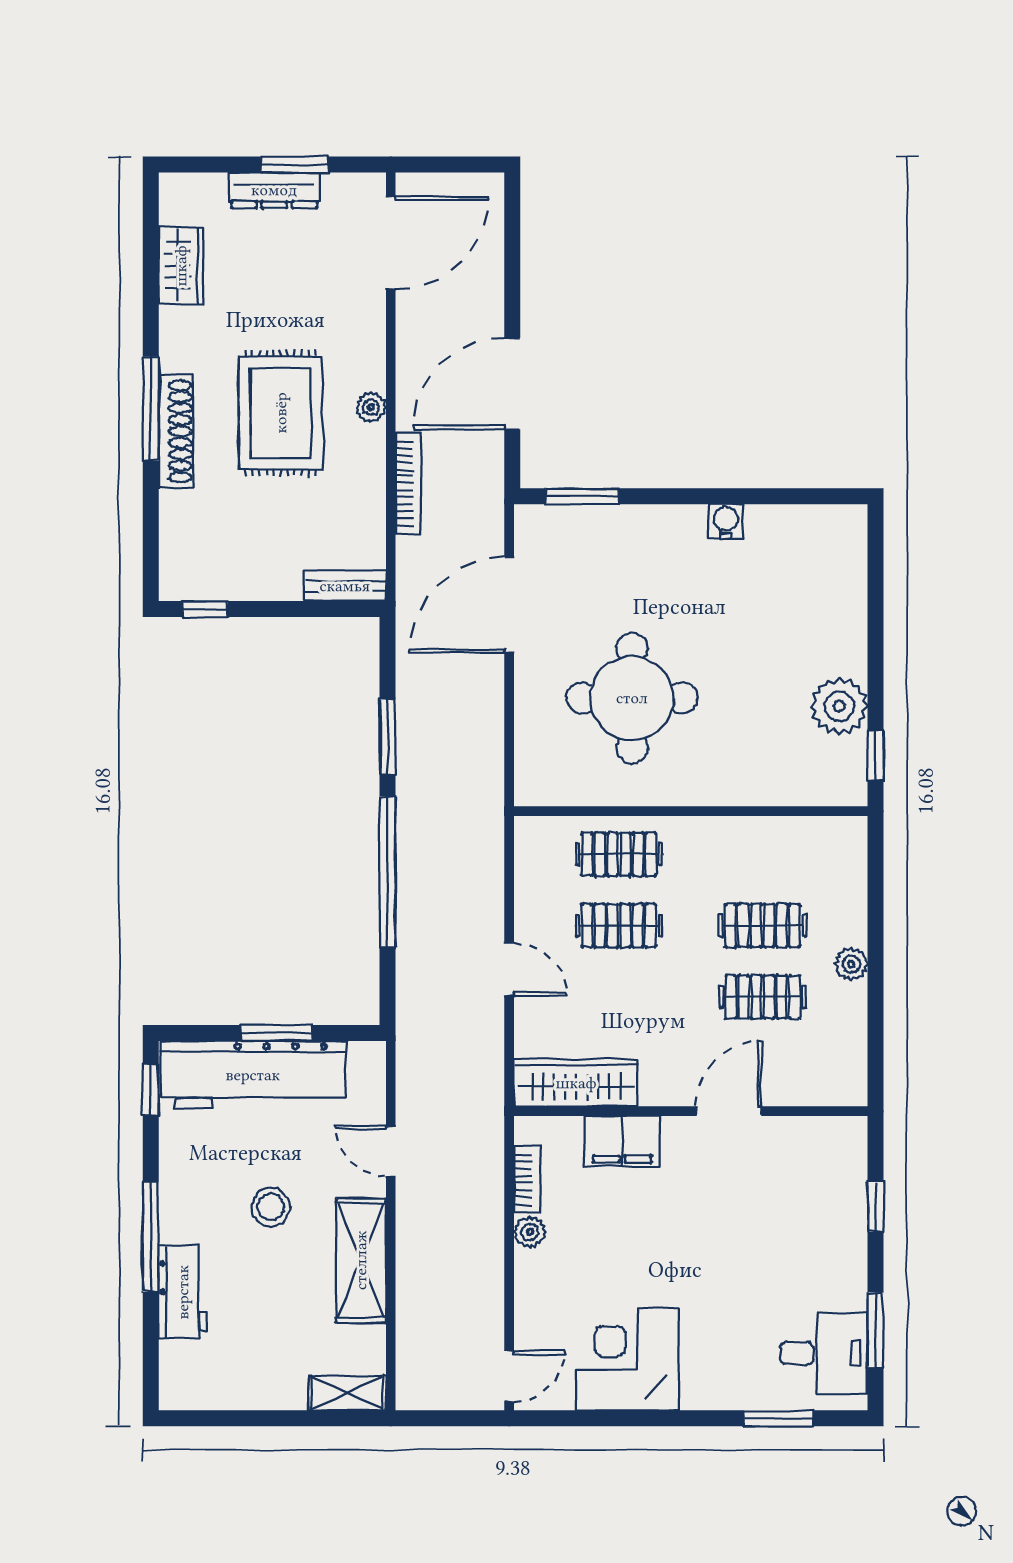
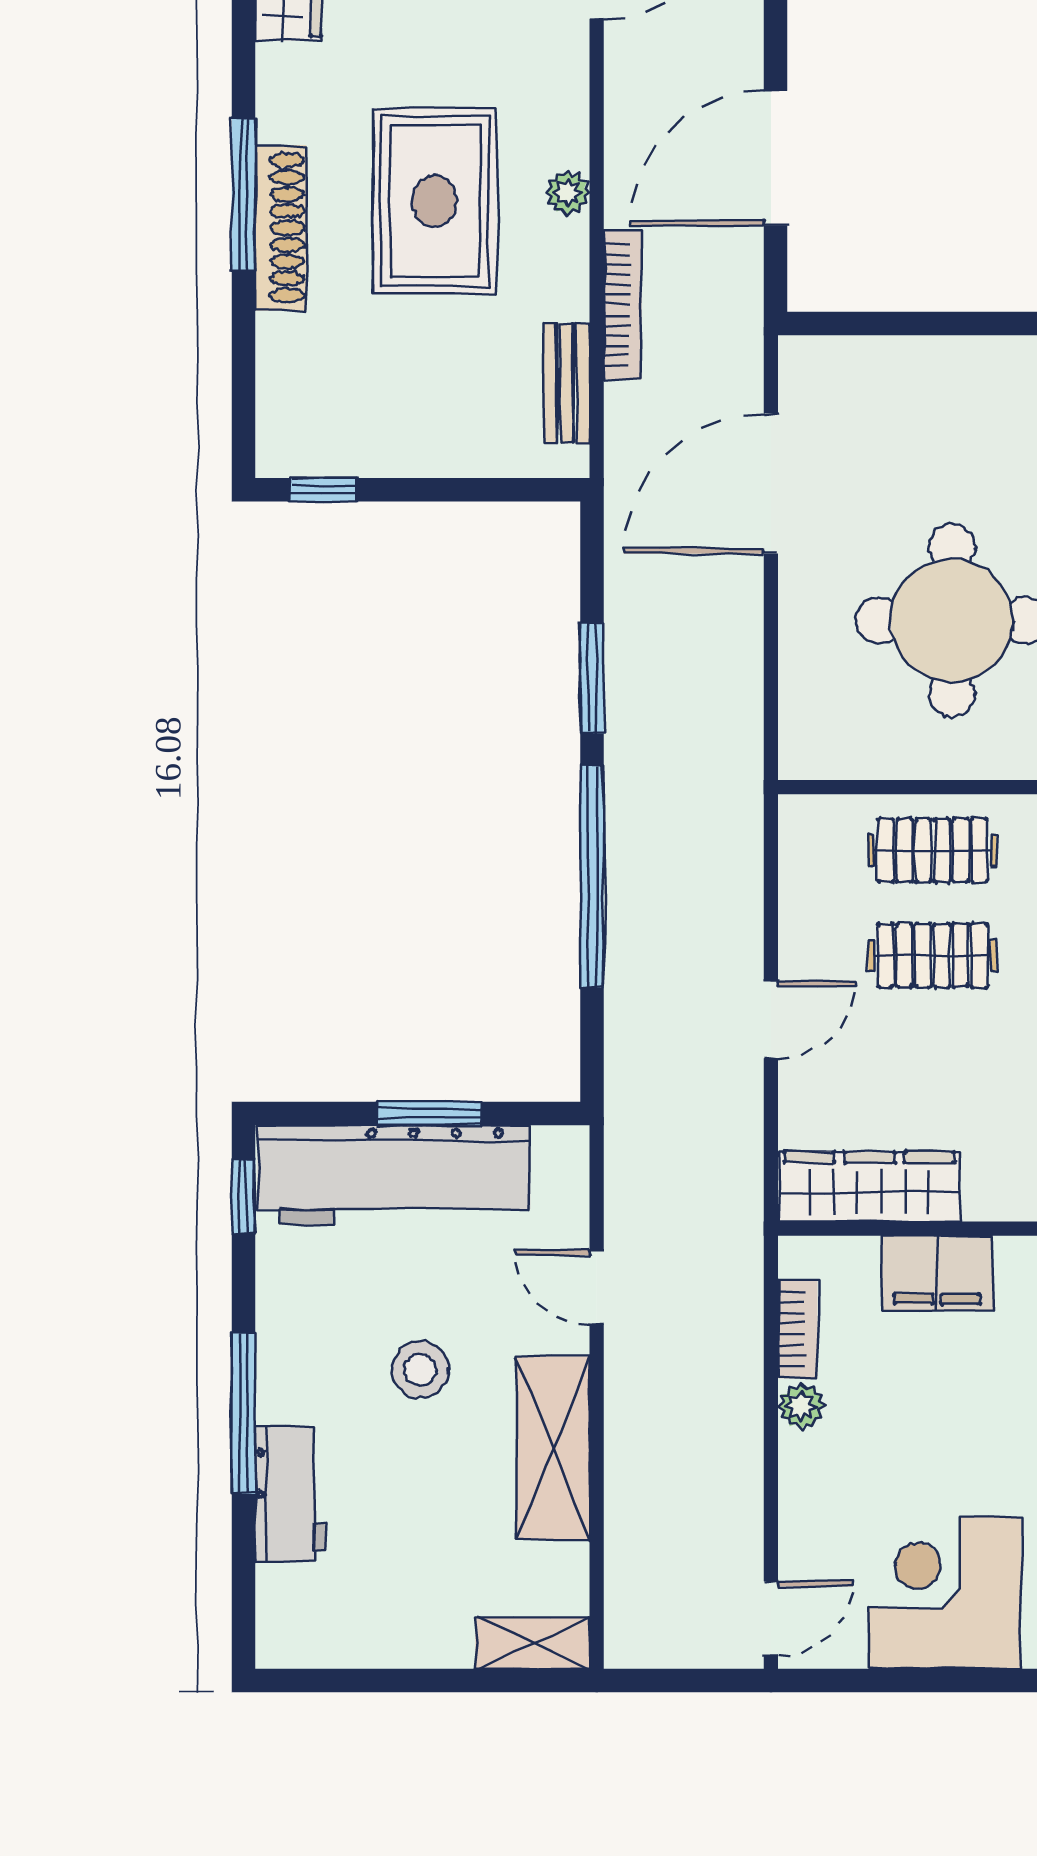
window: (582, 496) -> (879, 324), removed
bench: (345, 586) -> (567, 383), moved, turned 90
door: (509, 969) -> (771, 1020), hinge flipped

